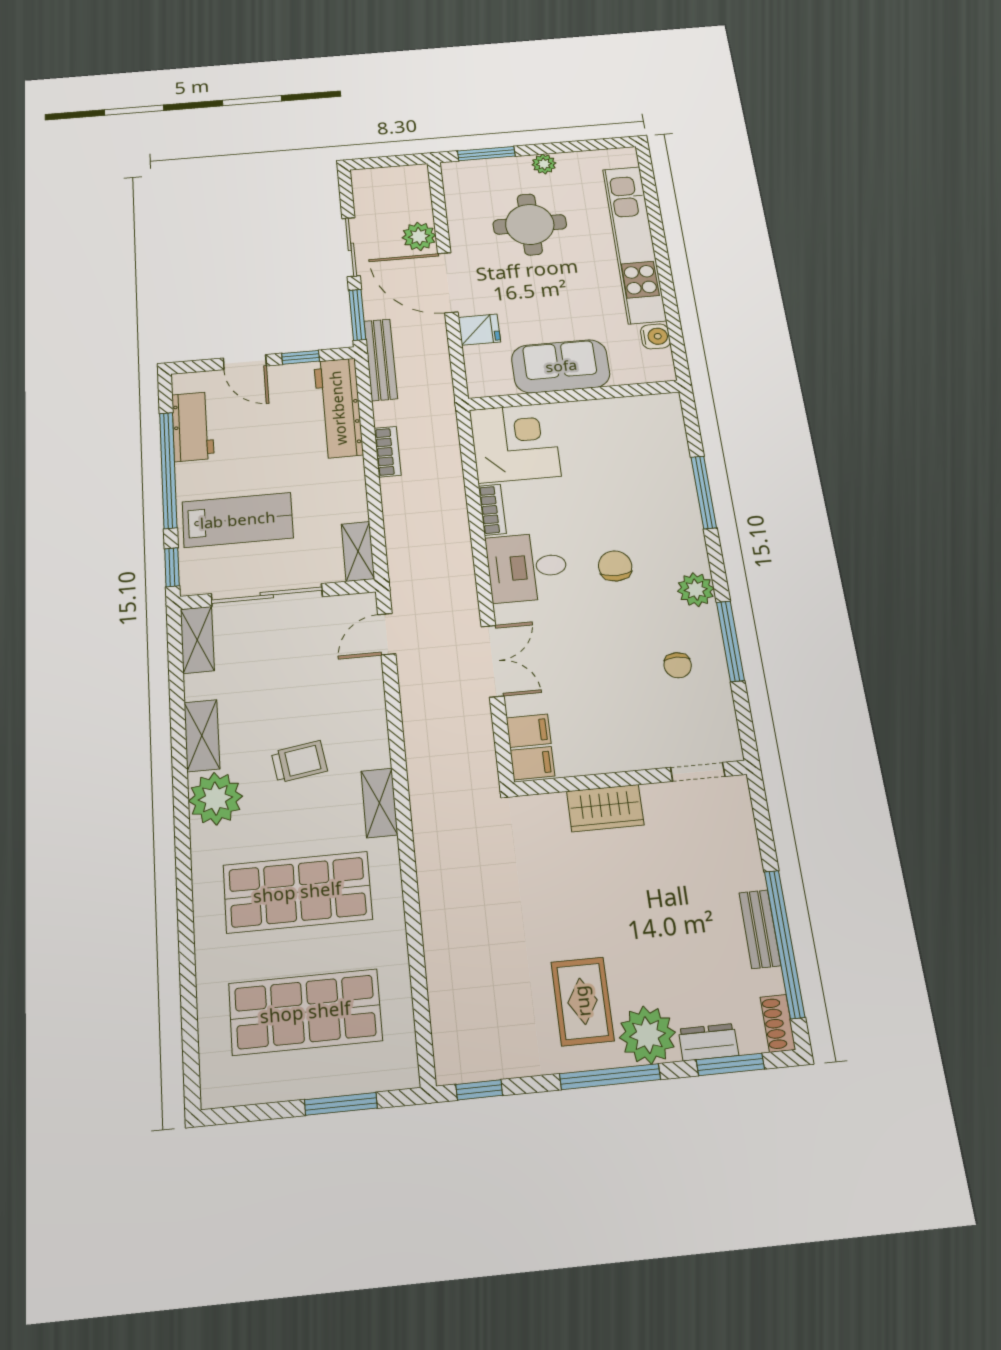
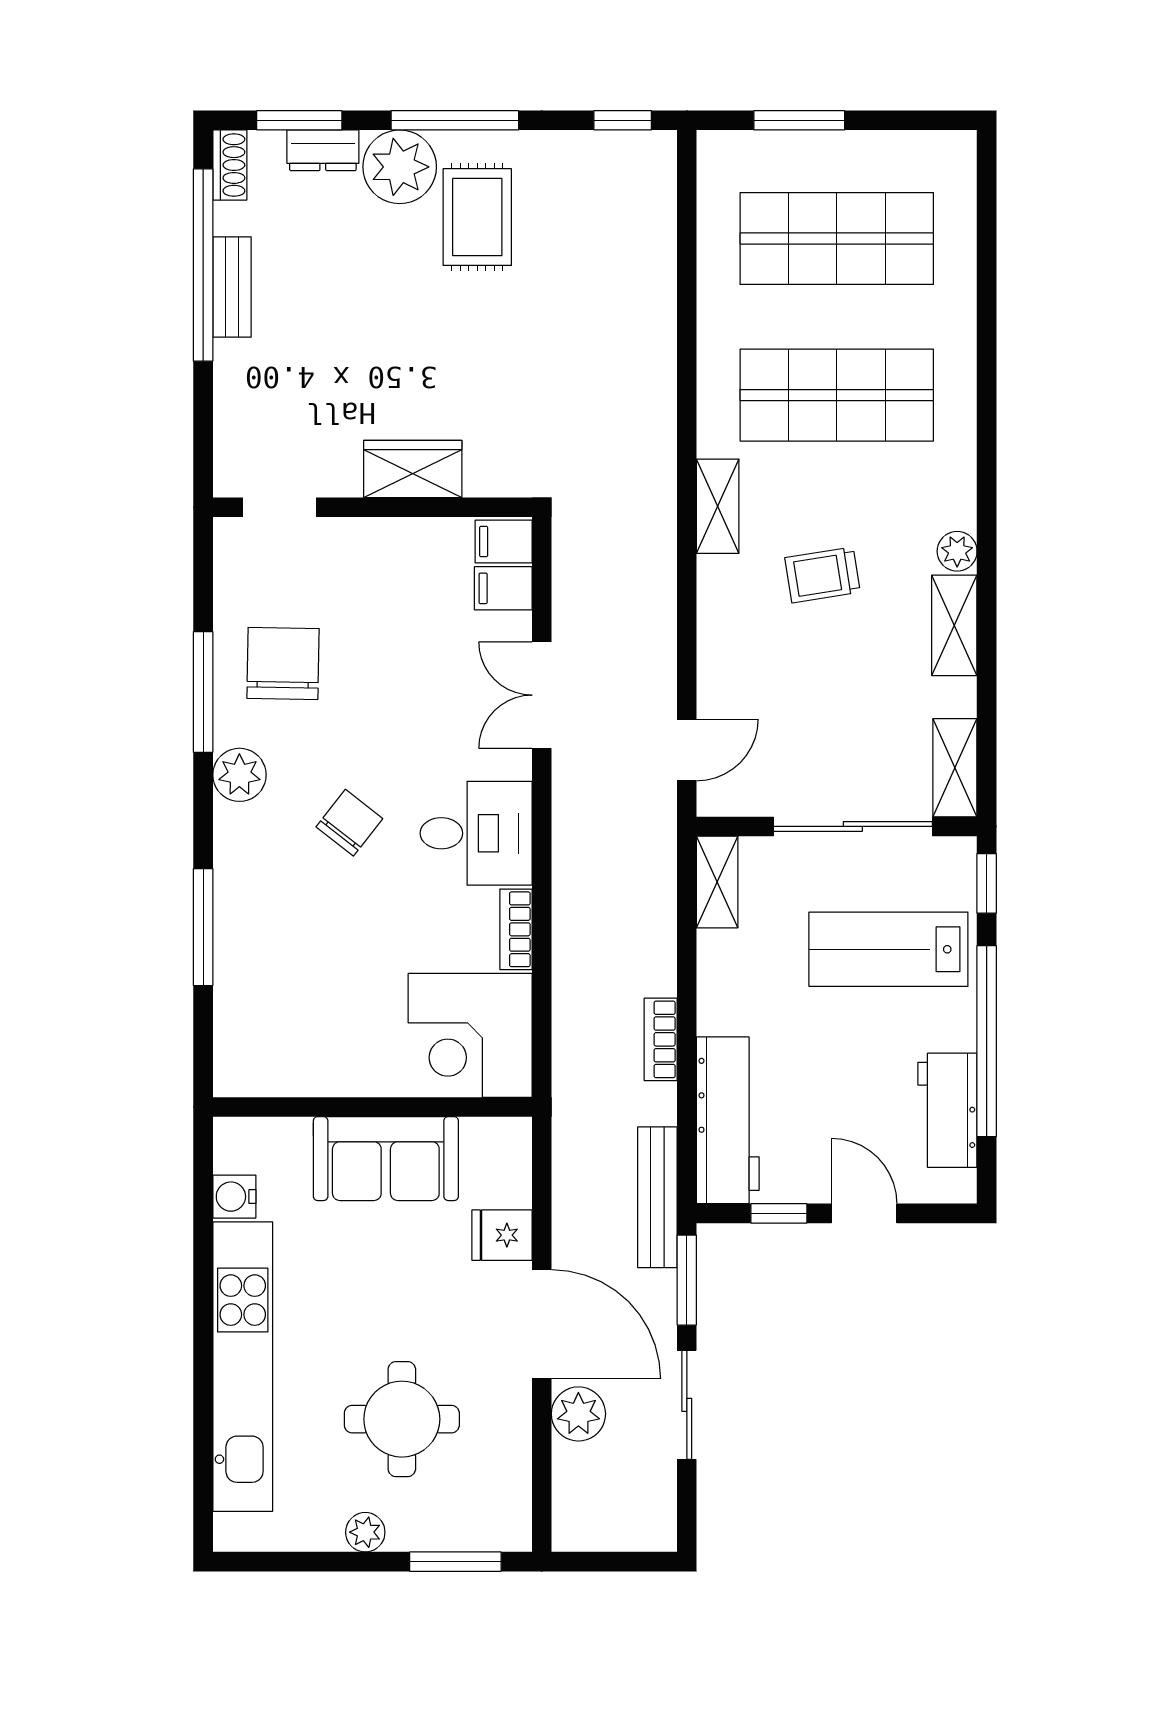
chair: (615, 566) -> (349, 823), turned -142
chair: (678, 665) -> (283, 663), width x1.87, depth x1.87
plant: (215, 799) -> (957, 551), width x0.53, depth x0.53

